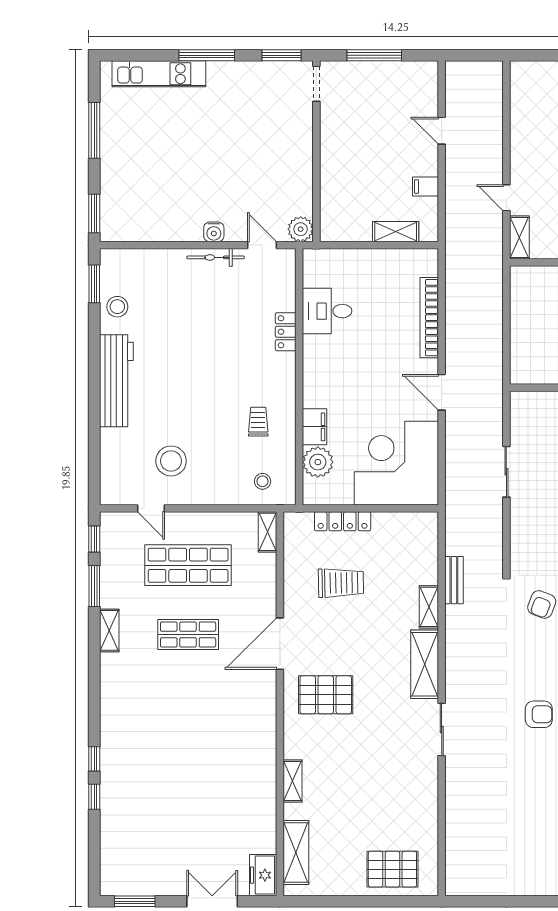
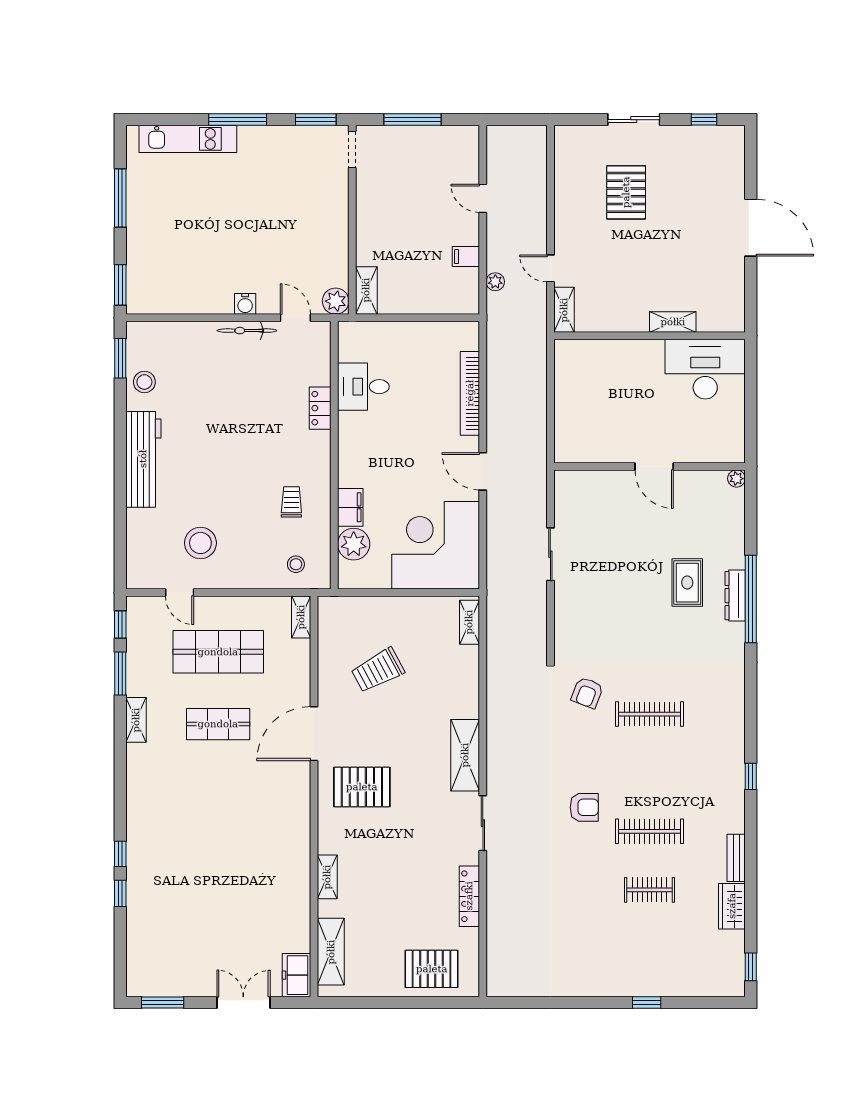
plant: (454, 211) -> (495, 282), added
shelving: (396, 232) -> (366, 290), moved, turned 90
locker: (343, 521) -> (469, 896), moved, turned 90
bench: (454, 580) -> (496, 667), removed
trolley: (341, 583) -> (378, 670), turned 153
shelving: (429, 607) -> (469, 622), moved

